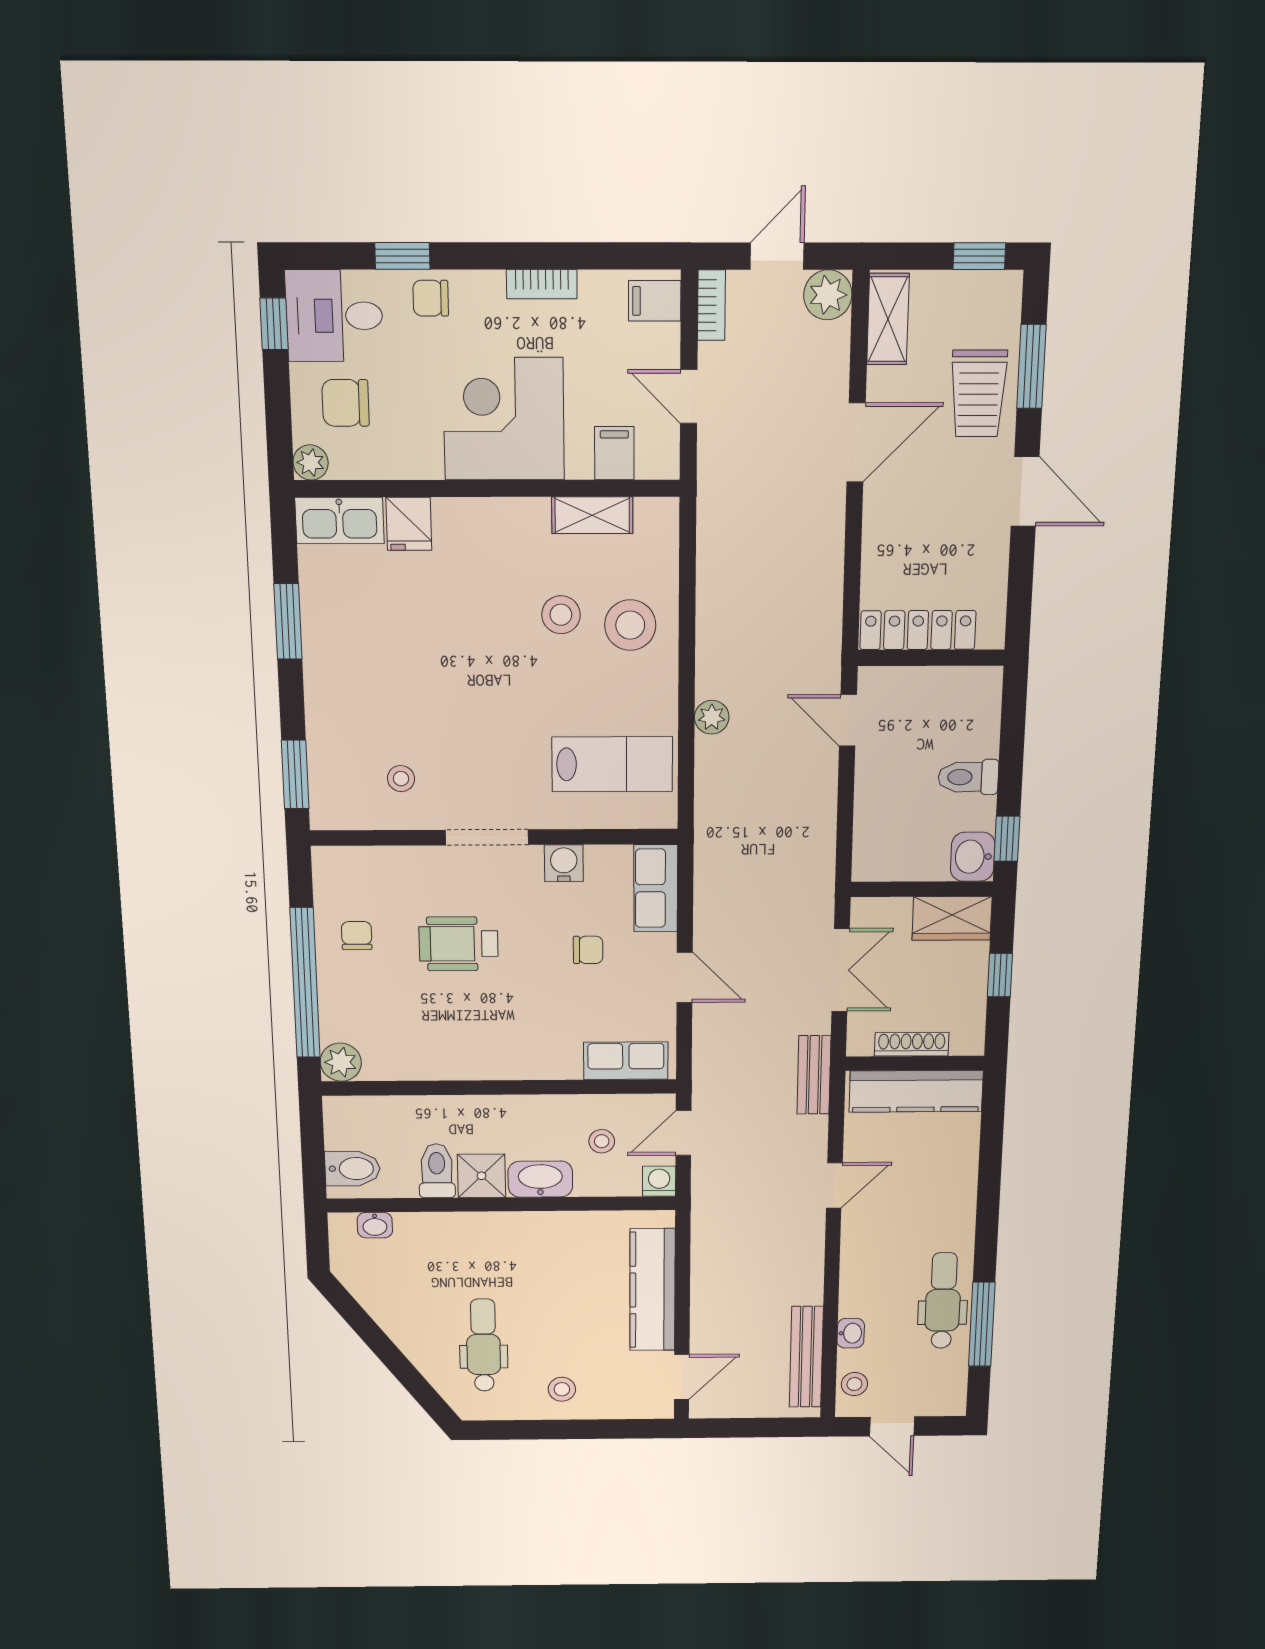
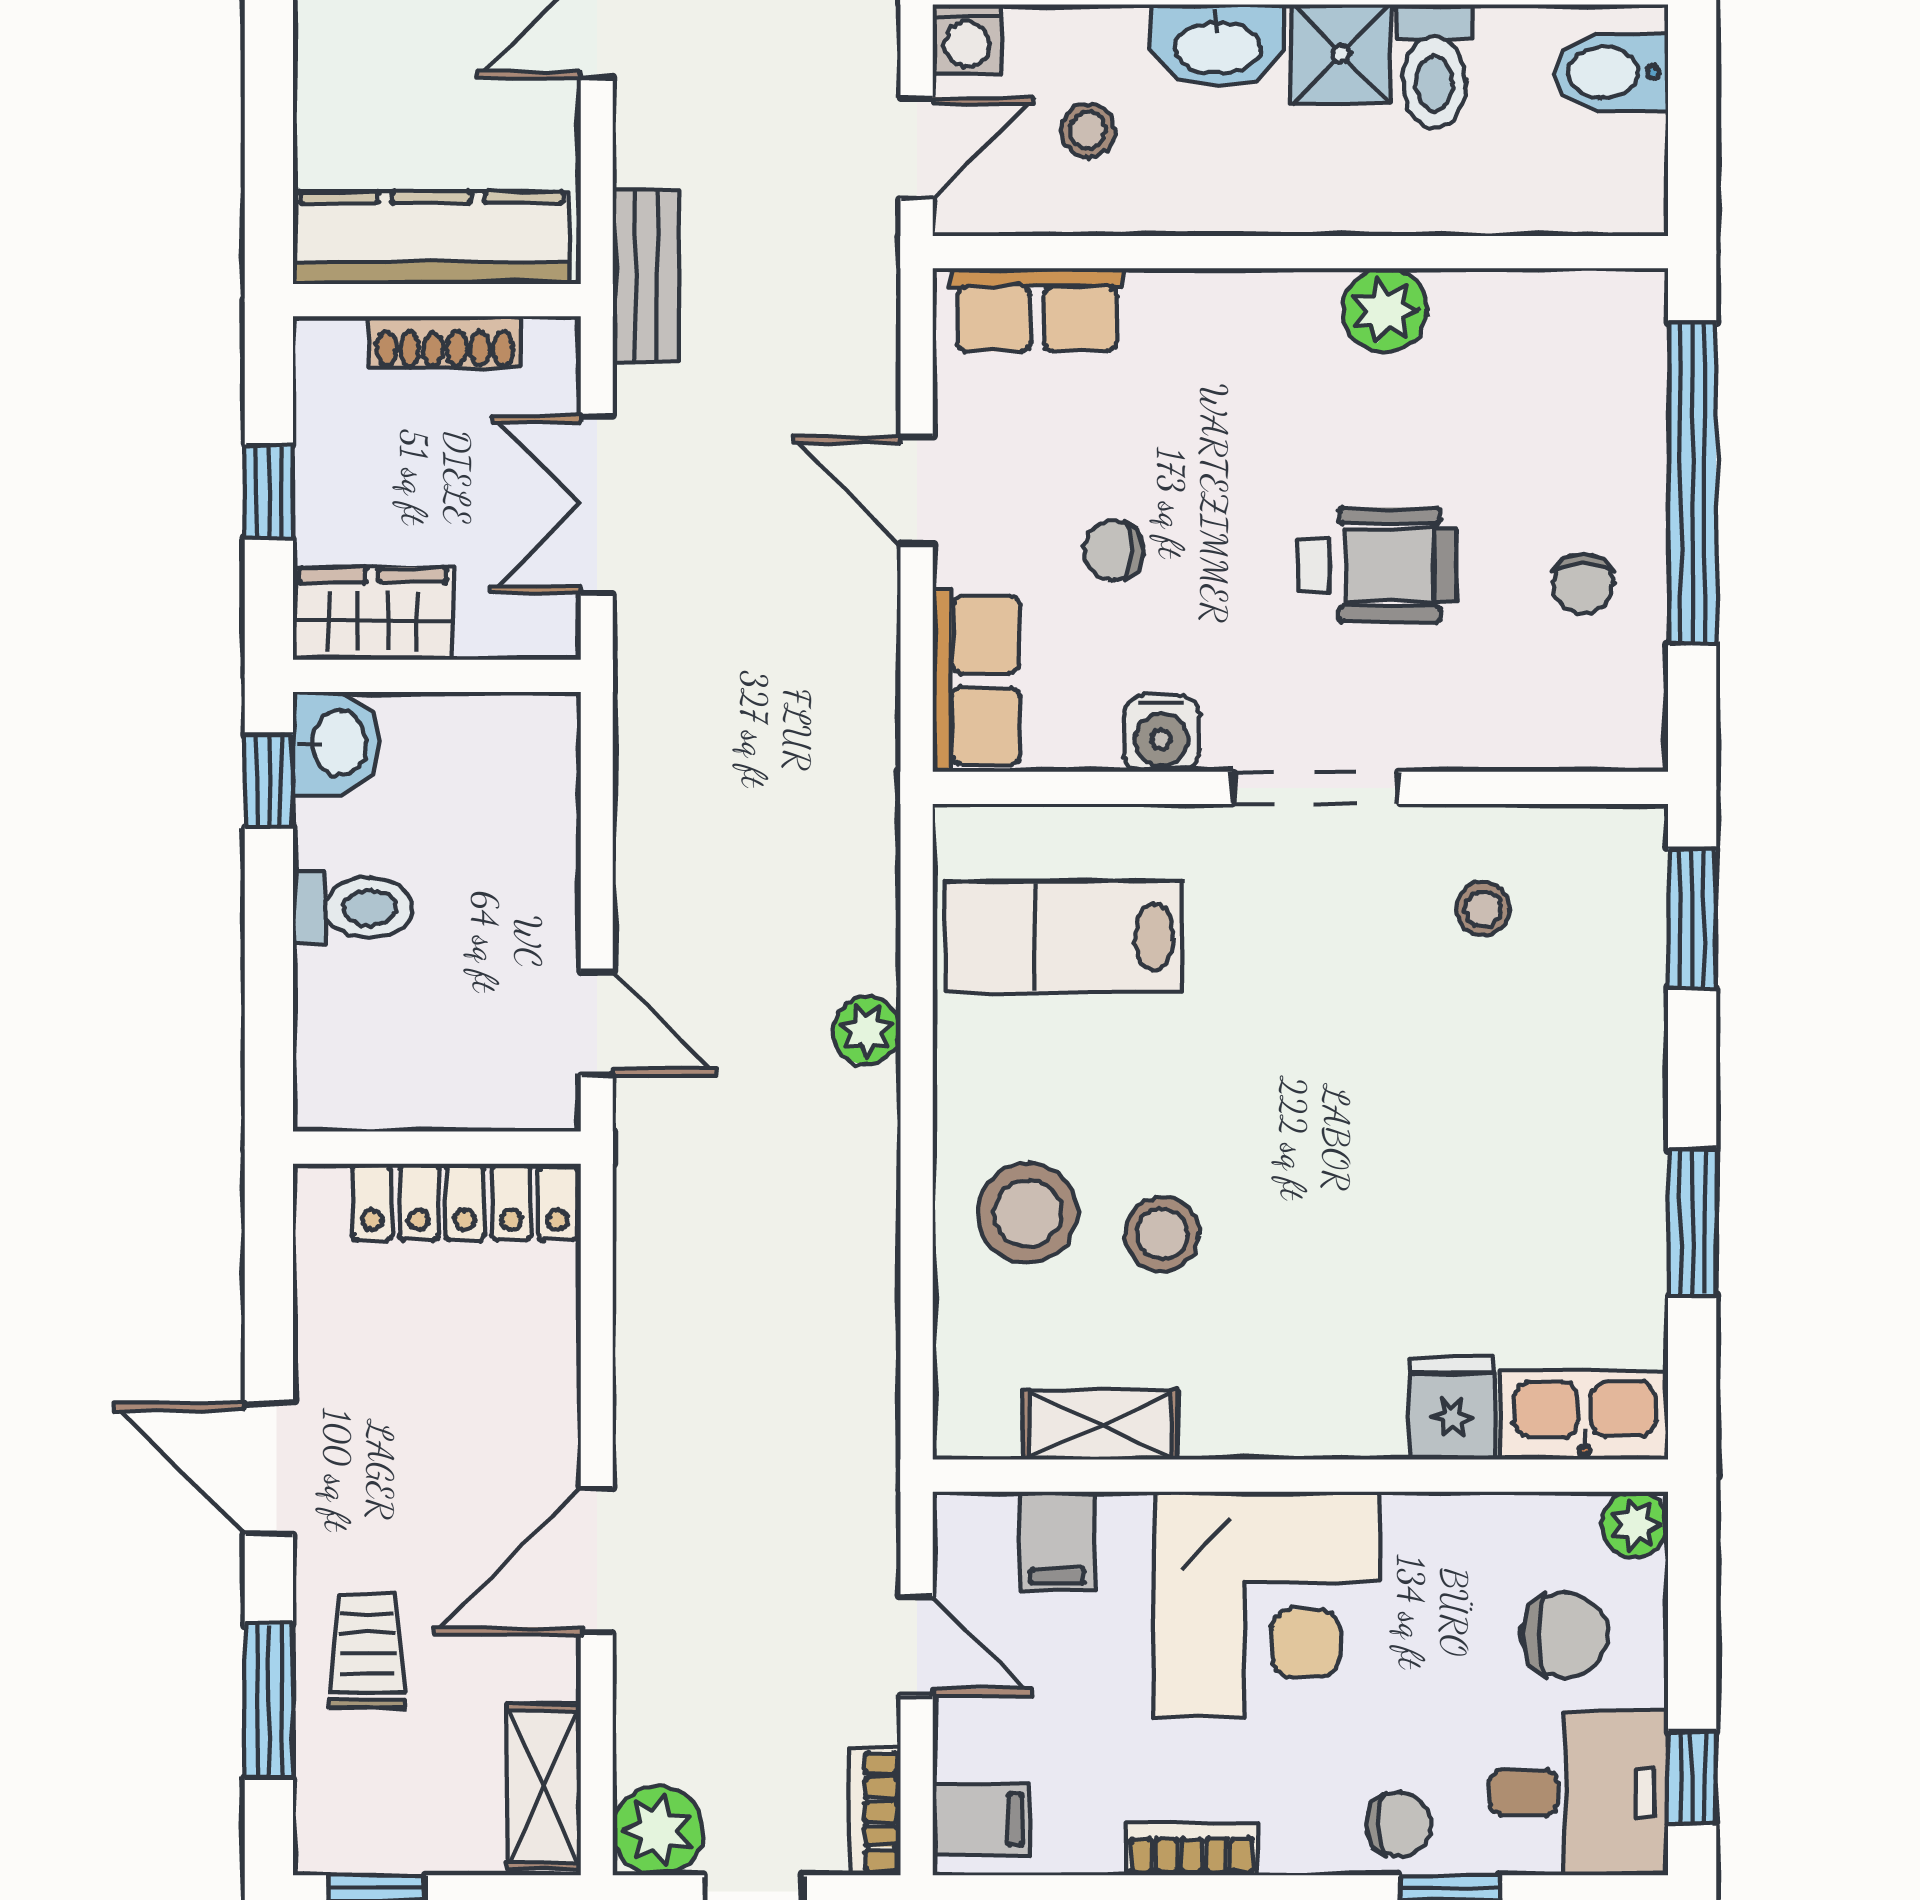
trolley: (978, 393) -> (367, 1651), width x0.73, depth x0.72
plant: (341, 1062) -> (1385, 310), moved

